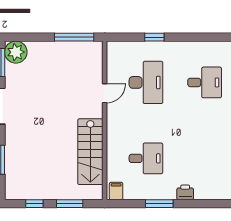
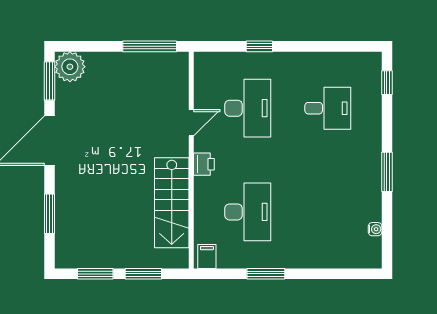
desk: (146, 158) -> (248, 212), width x1.37
printer: (185, 192) -> (204, 164), moved, turned 90
window: (34, 204) -> (95, 274), width x1.50

